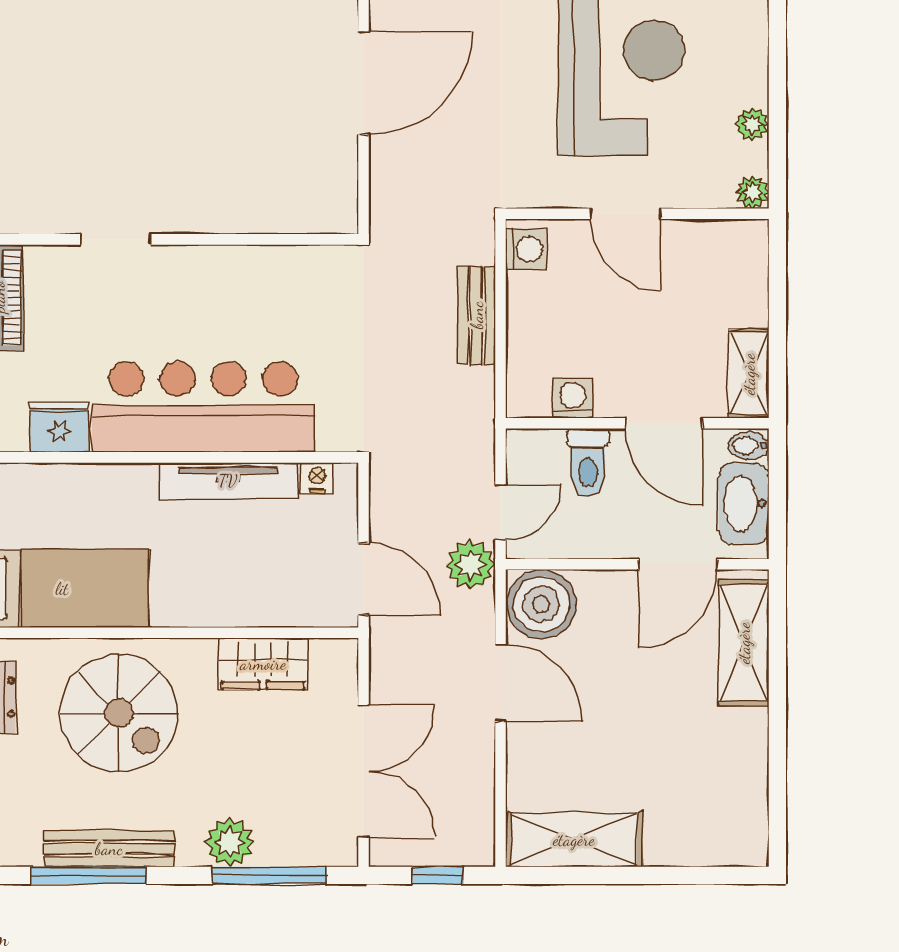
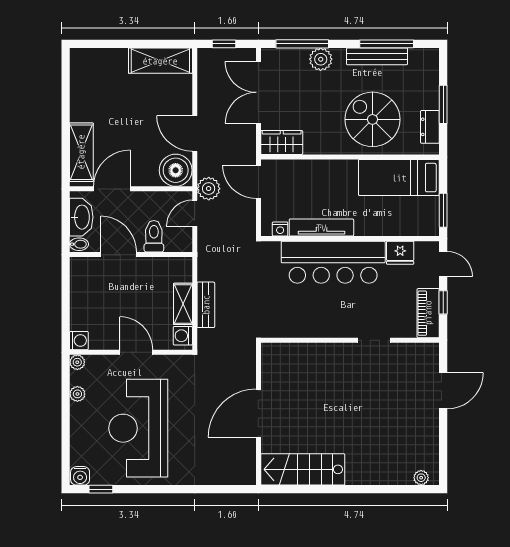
shelving: (749, 374) -> (183, 304), moved
washing machine: (573, 398) -> (79, 341), moved, turned -90
wardrobe: (263, 664) -> (282, 142), moved

